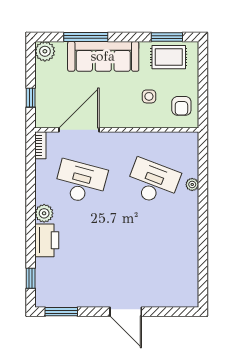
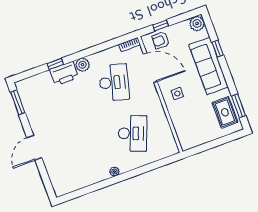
window: (86, 37) -> (218, 49), width x0.46
side table: (149, 96) -> (177, 94), moved
armchair: (181, 106) -> (161, 40), moved
plant: (192, 184) -> (114, 172), moved
window: (31, 278) -> (55, 64), moved

